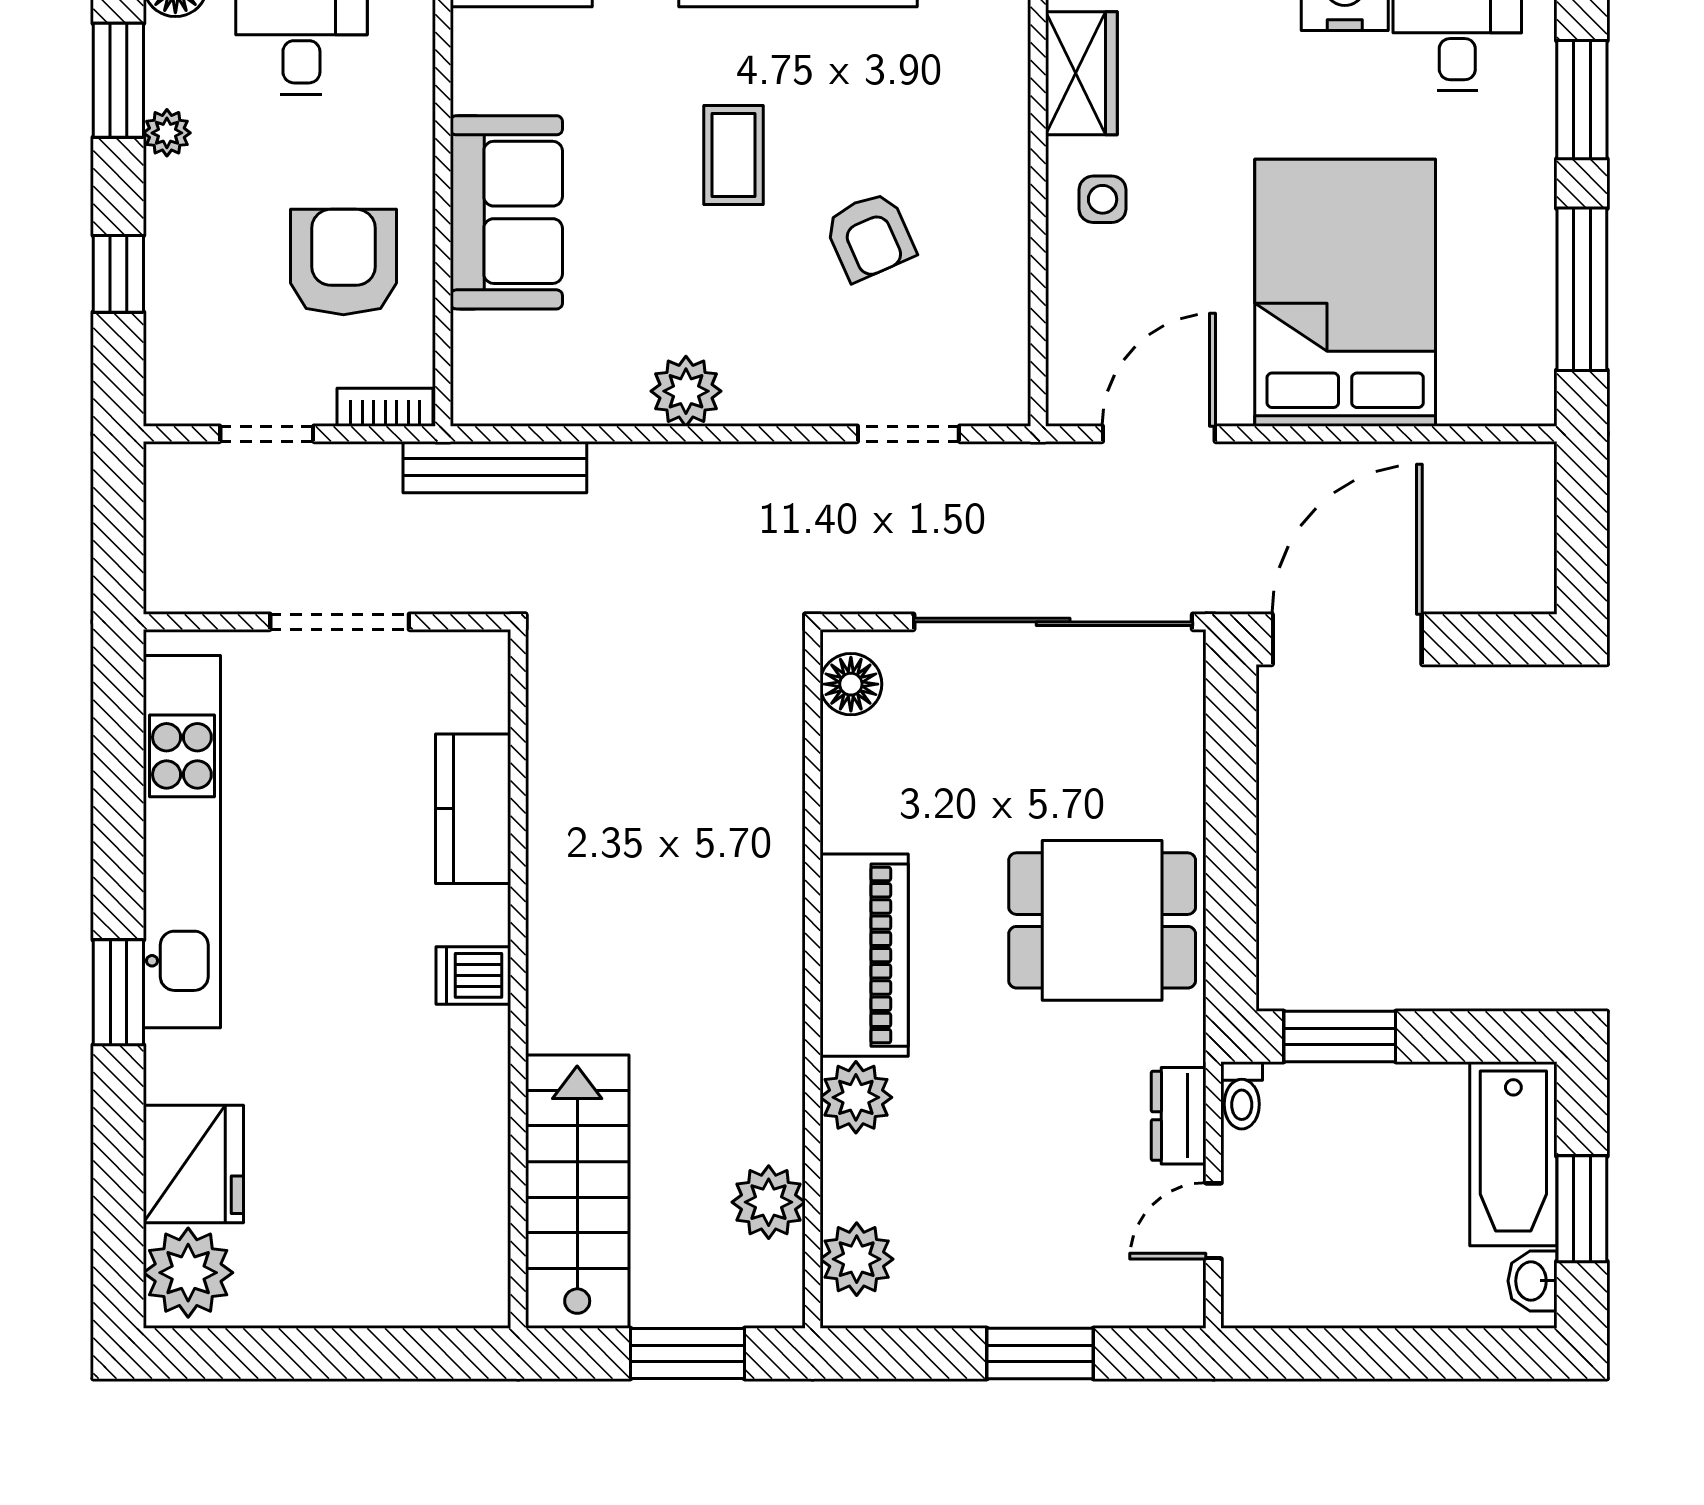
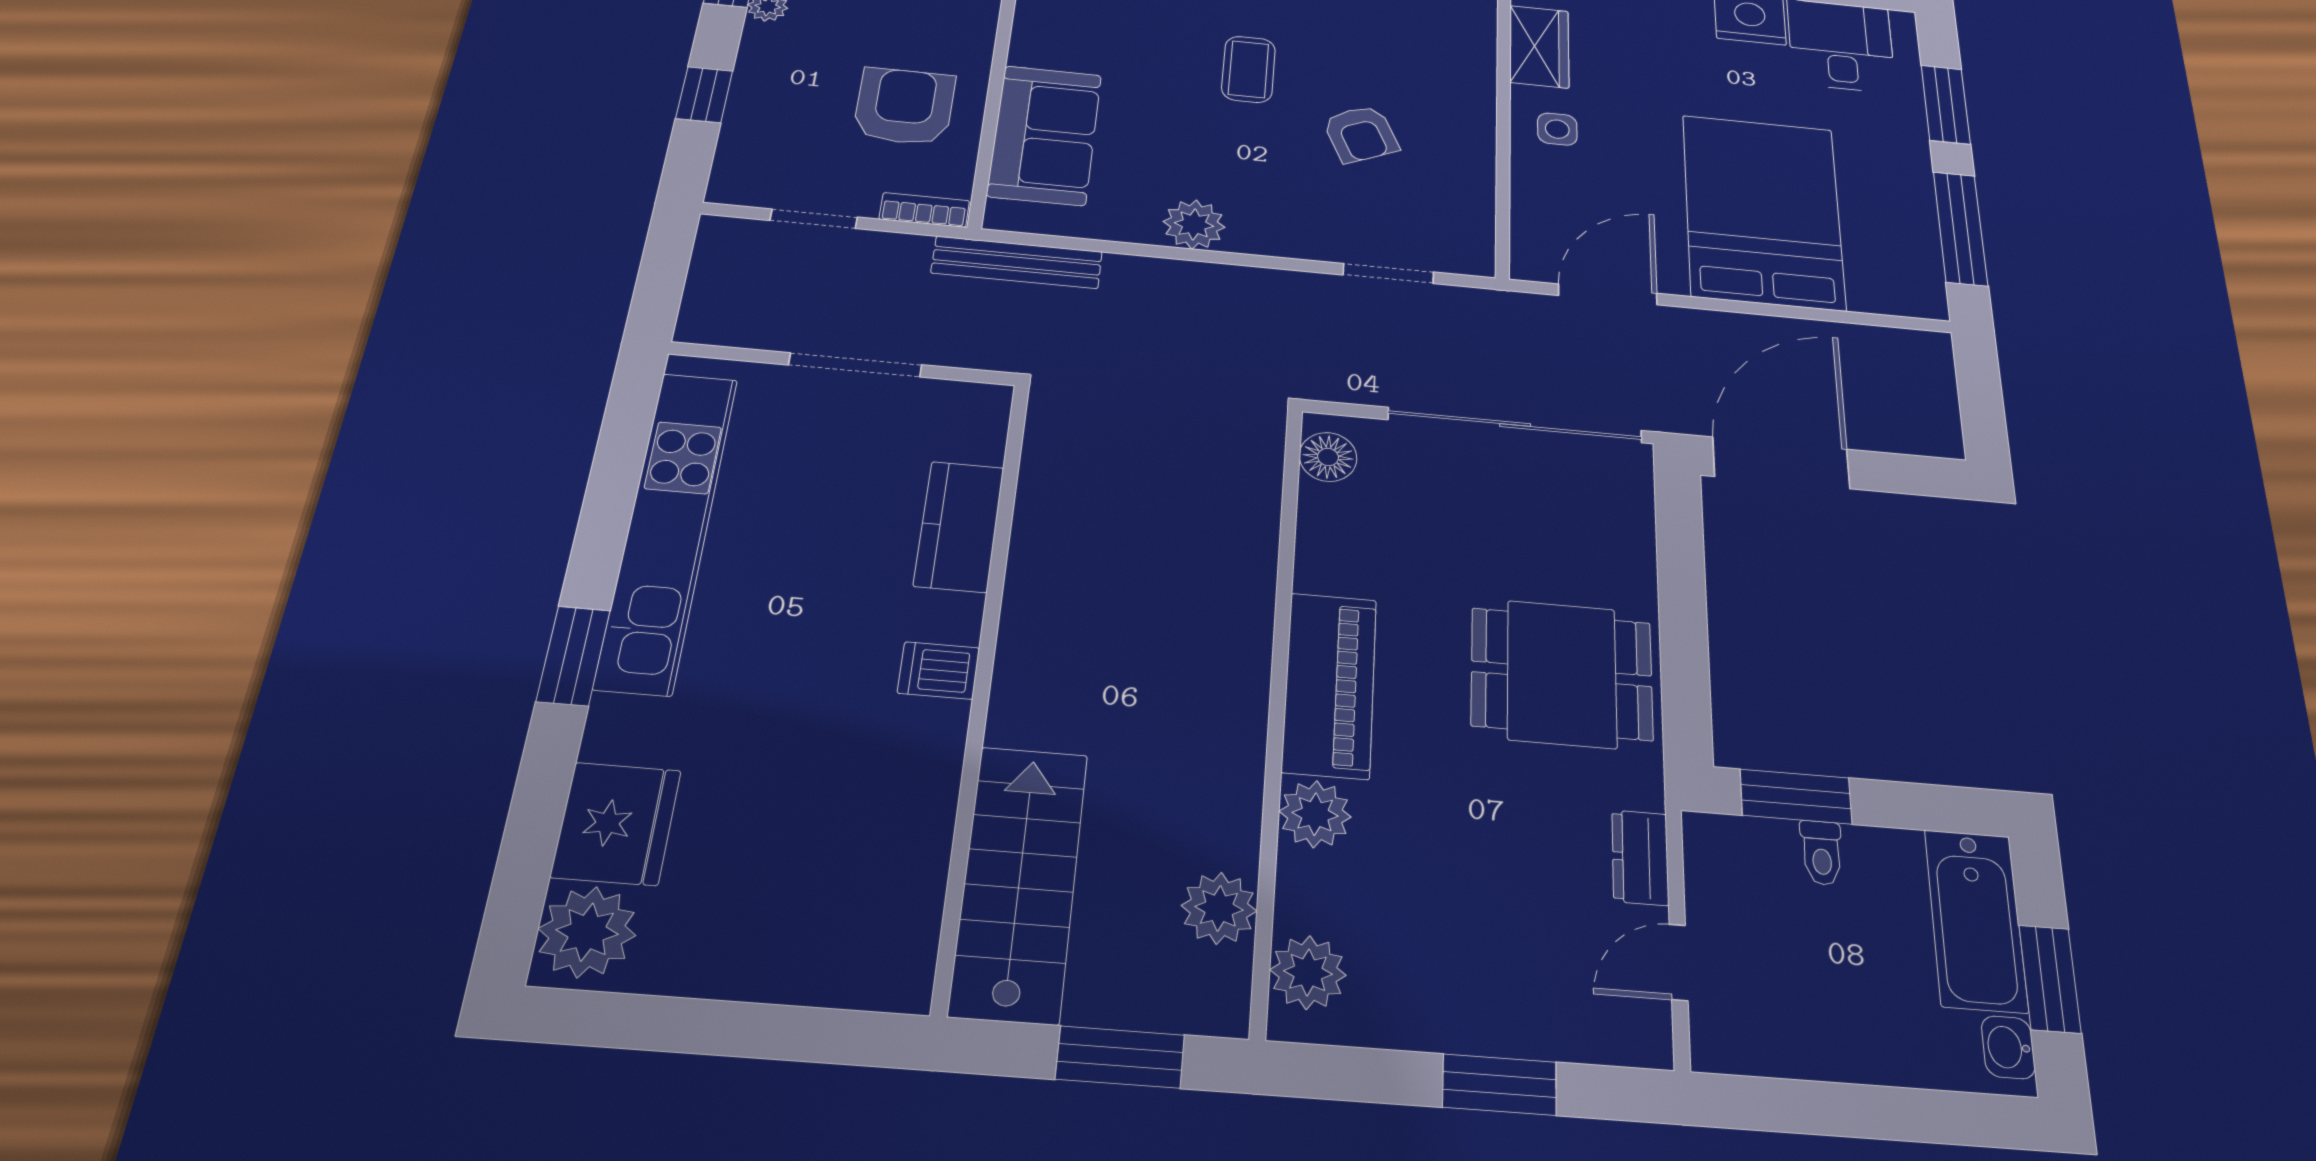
sofa: (506, 212) -> (1045, 135), moved
toilet: (1242, 1095) -> (1822, 853), moved

